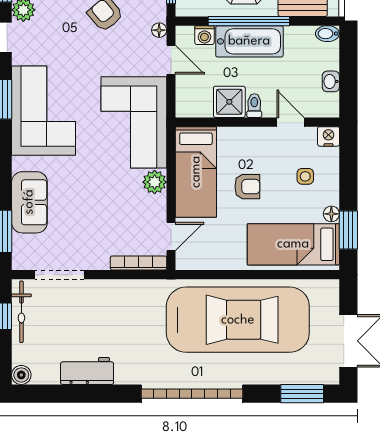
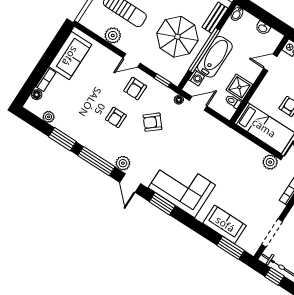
toilet: (254, 106) -> (233, 102), moved
corner sofa: (134, 122) -> (218, 144), removed
plant: (155, 182) -> (270, 162), moved

